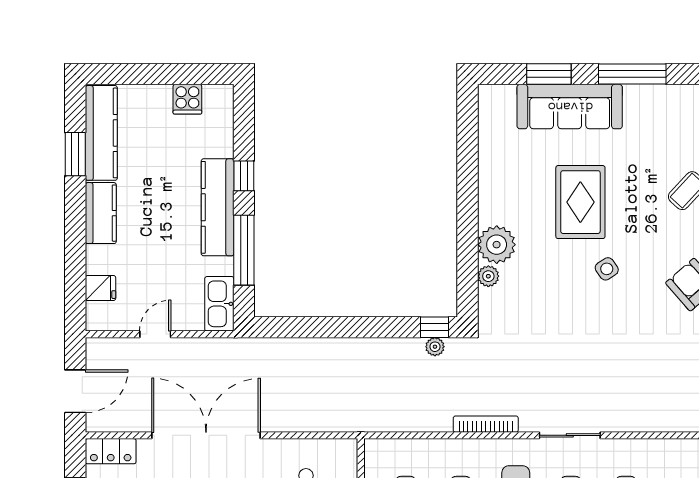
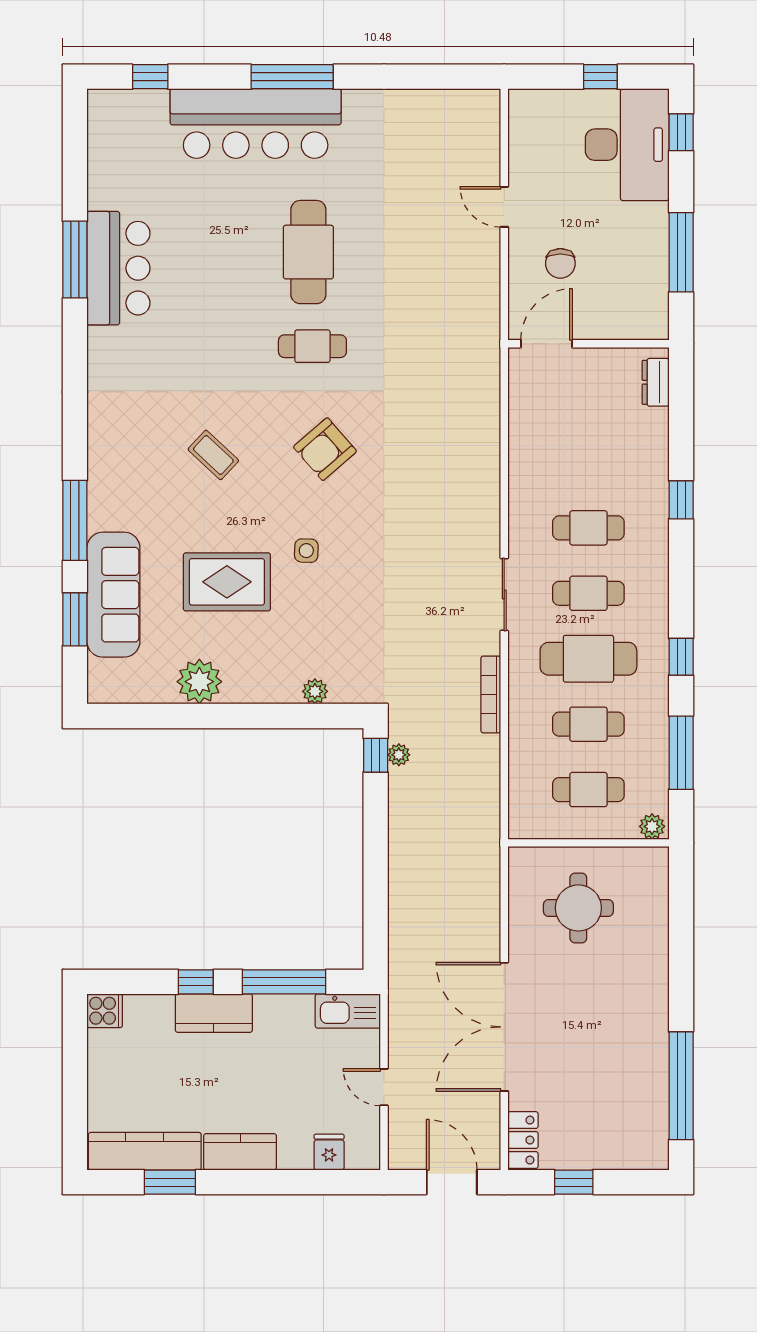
cooker: (187, 99) -> (105, 1011), moved
kitchen counter: (218, 207) -> (214, 1013), width x0.67
plant: (497, 245) -> (199, 682), moved
side table: (607, 269) -> (306, 551), turned 36

